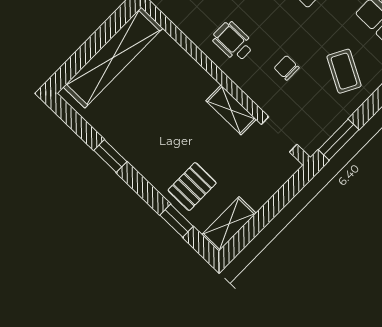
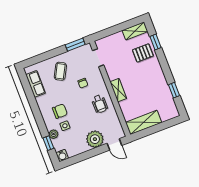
shelving: (113, 58) -> (144, 122), width x0.68
shelving: (231, 110) -> (118, 90), moved
window: (110, 156) -> (174, 90), moved

